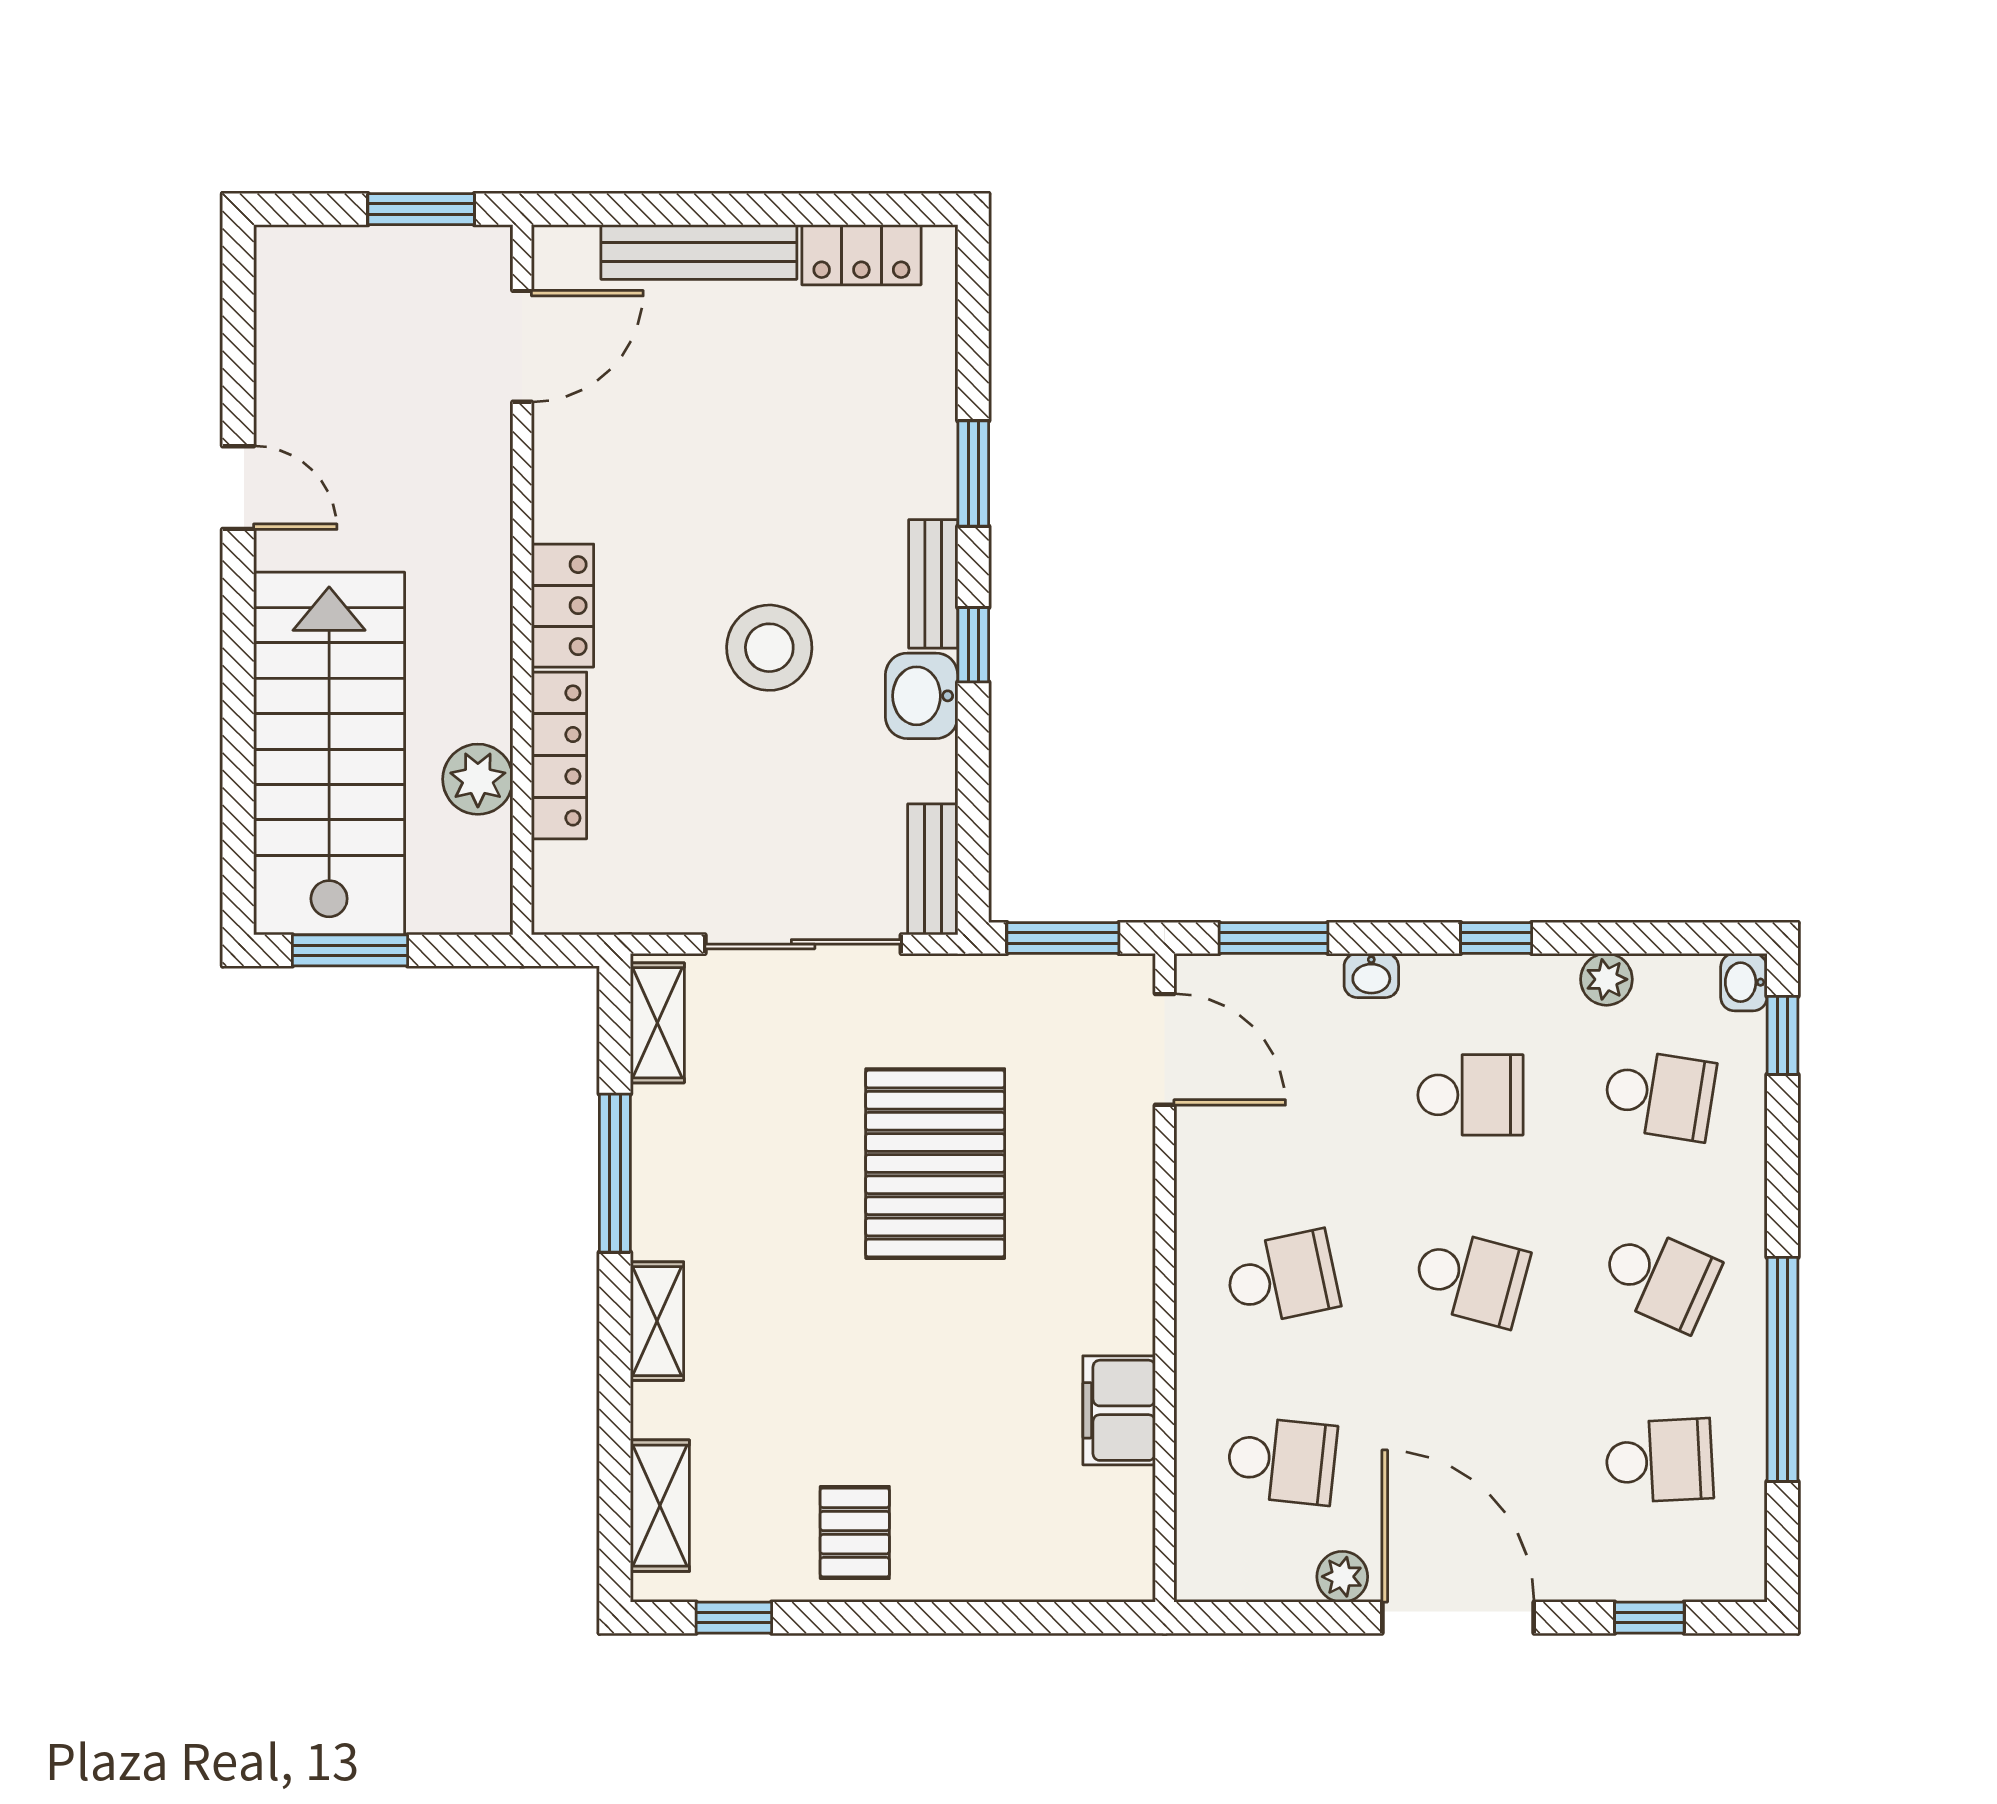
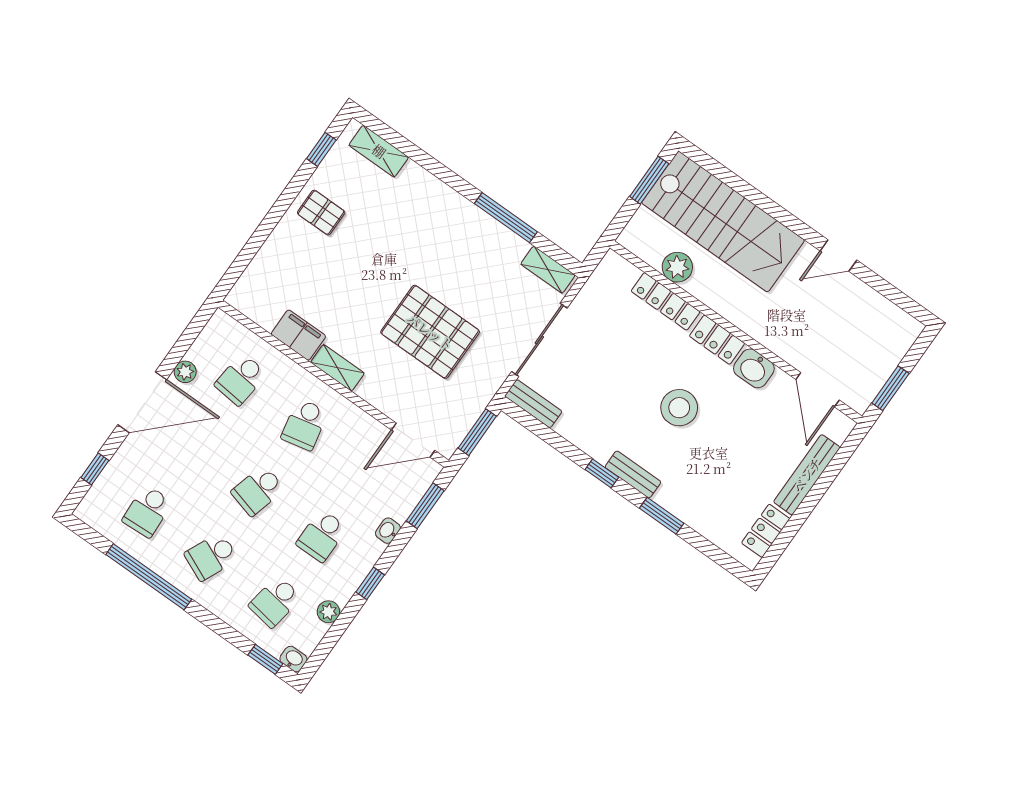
stool: (769, 648) -> (679, 408), moved
washbasin: (922, 696) -> (754, 368), moved, turned 180
shelving: (657, 1321) -> (337, 368), moved

